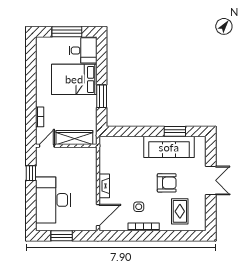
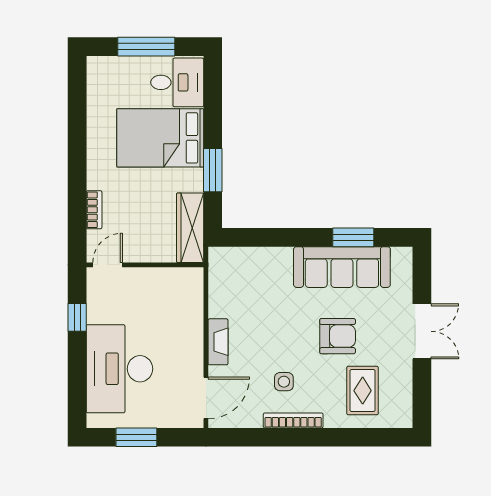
wardrobe: (74, 137) -> (190, 228), moved, turned -90

